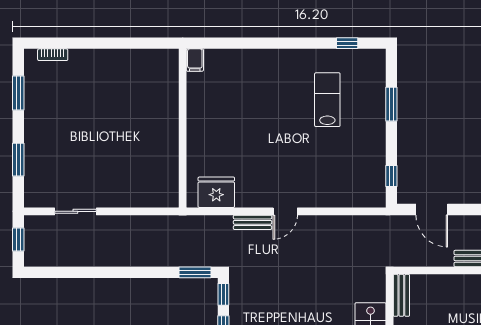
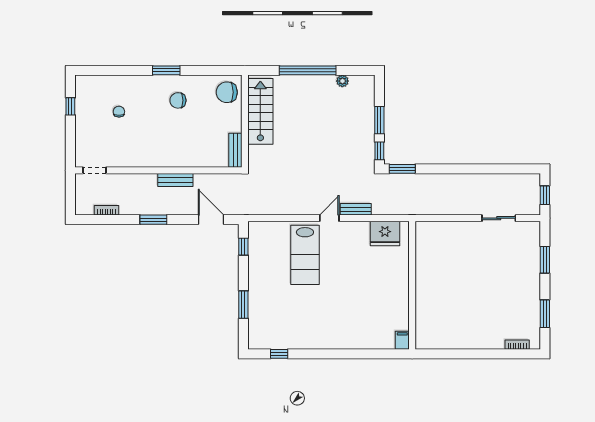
lab bench: (327, 100) -> (305, 255), moved, width x1.36, depth x1.39

